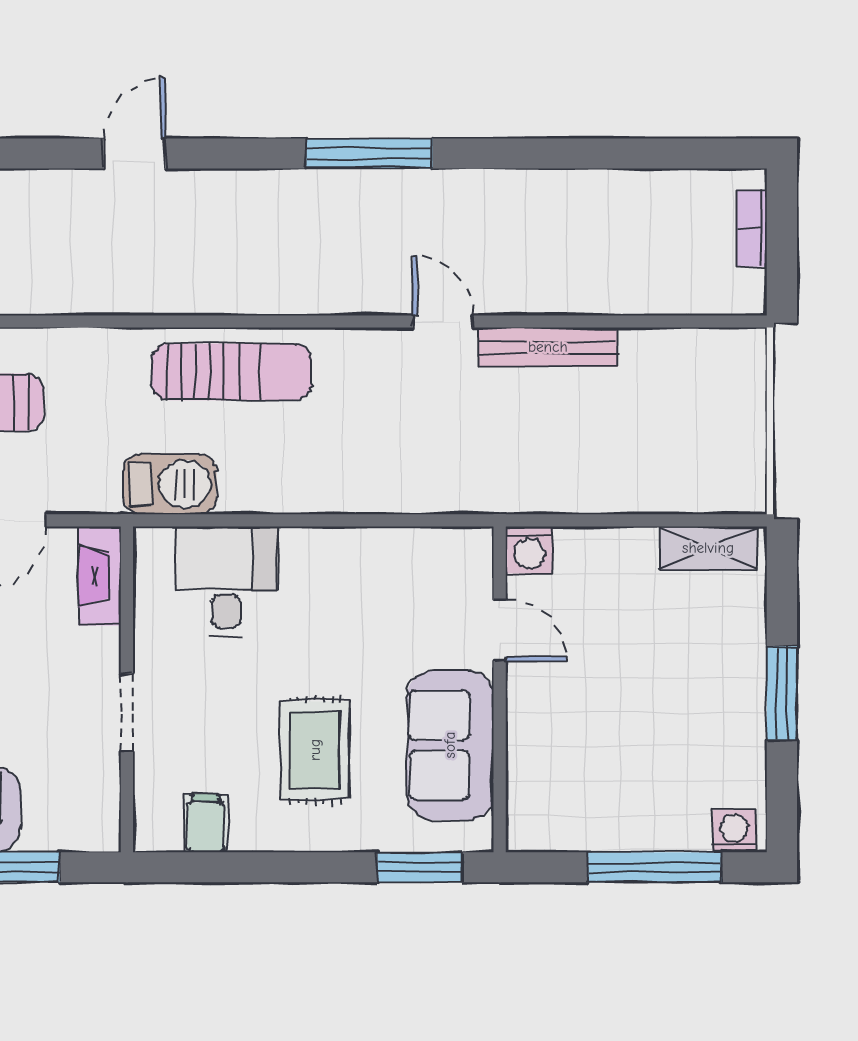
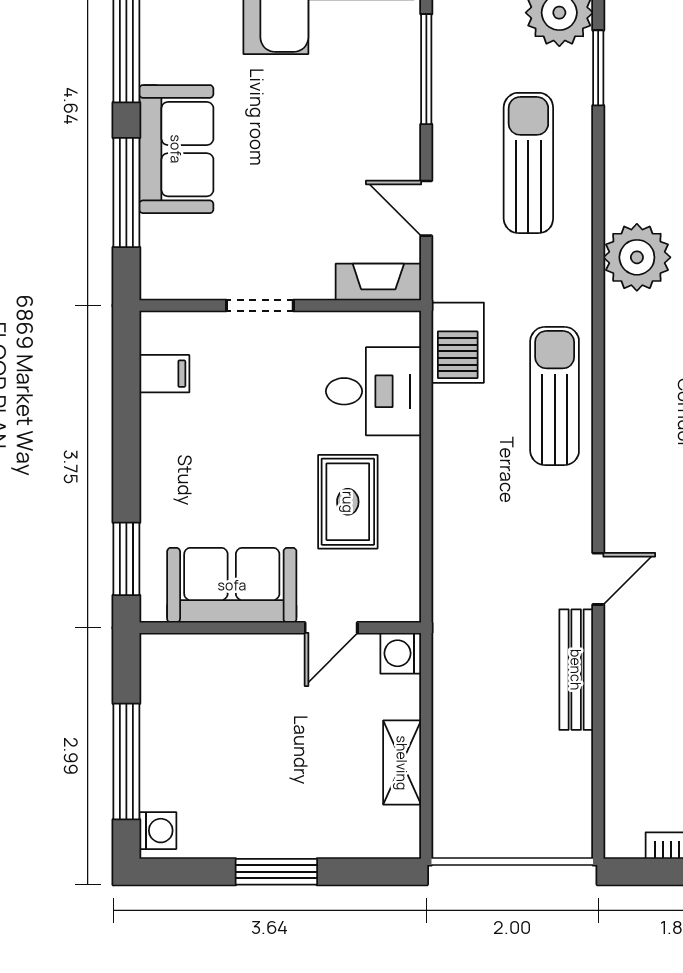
plant: (71, 277) -> (637, 257), added
sun lounger: (232, 372) -> (555, 396), turned 180
shelving: (708, 548) -> (402, 763), moved
rug: (315, 750) -> (348, 502), moved, turned 90

